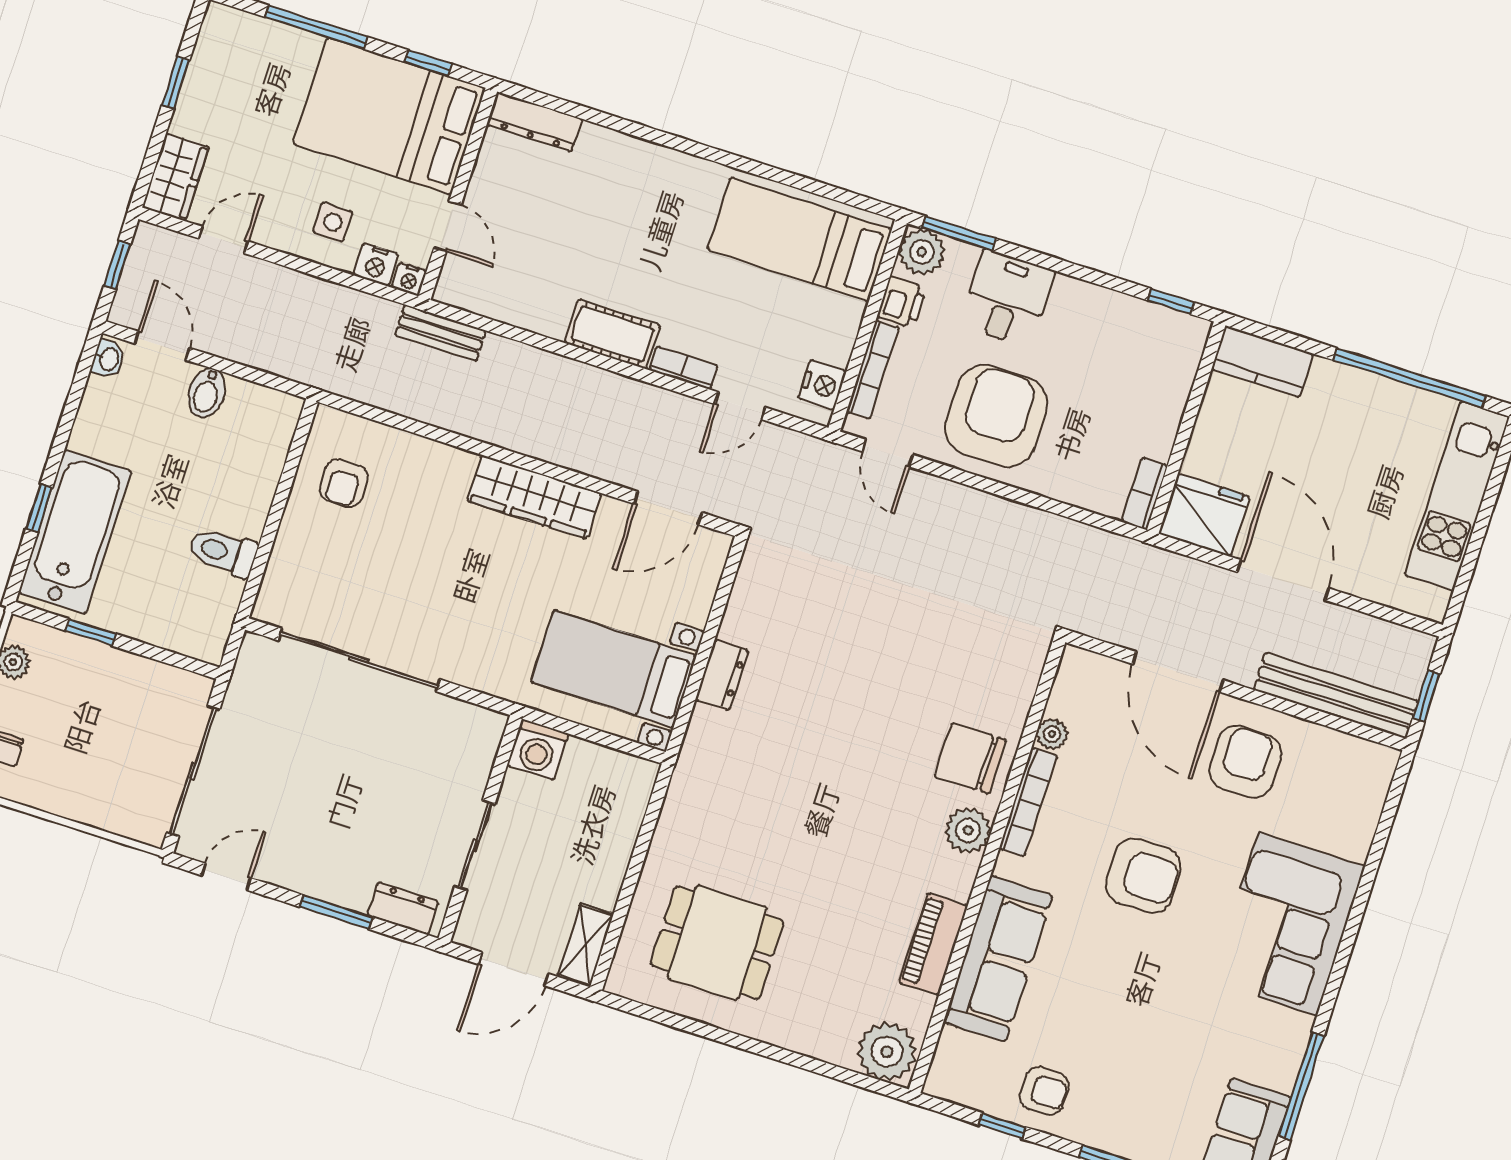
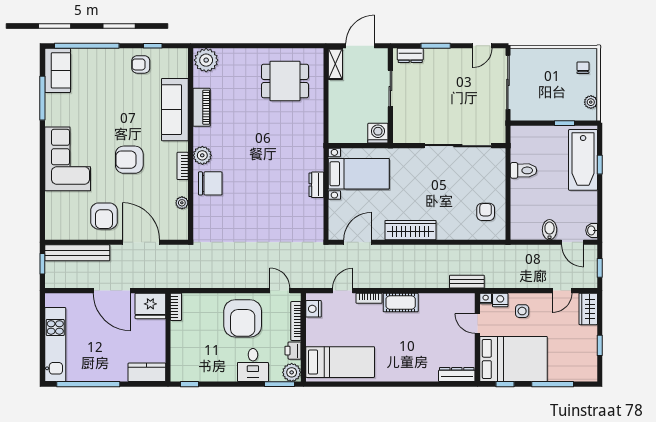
bookcase: (1028, 802) -> (183, 166), width x0.64

